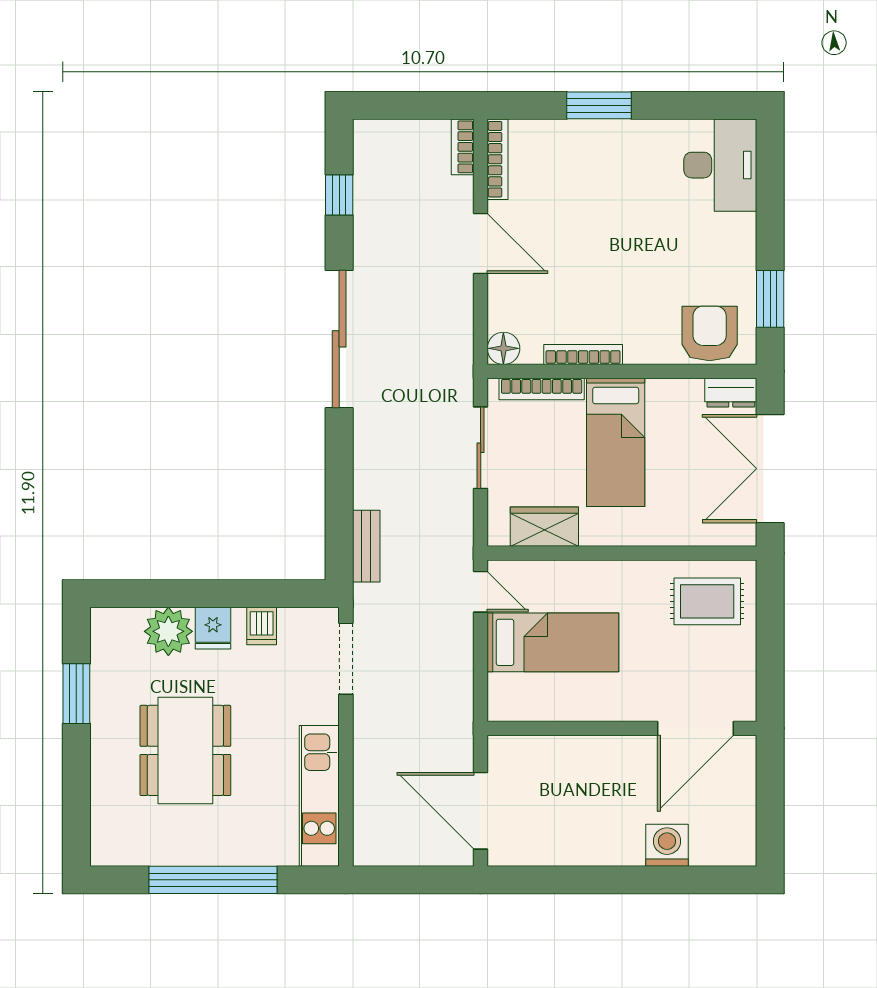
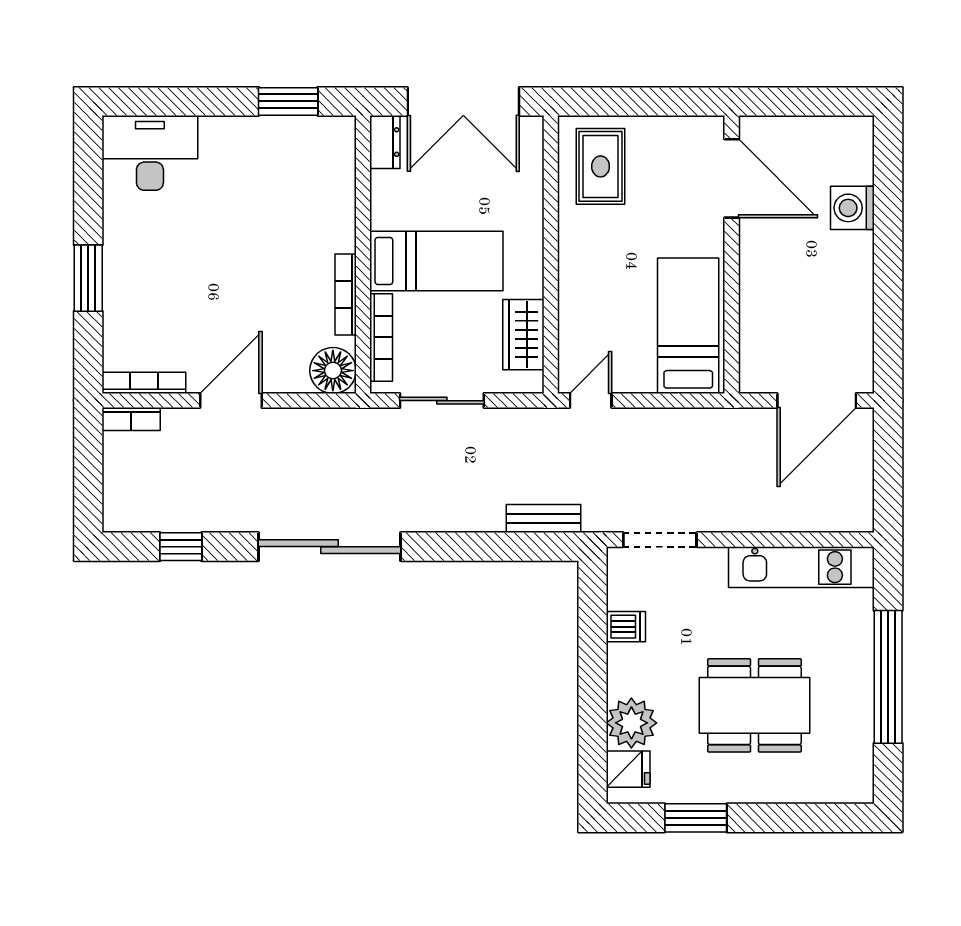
armchair: (710, 333) -> (324, 164), removed
floor lamp: (503, 348) -> (333, 371), width x1.38, depth x1.38
fridge: (213, 628) -> (628, 769), moved
bed: (553, 642) -> (688, 326), moved

